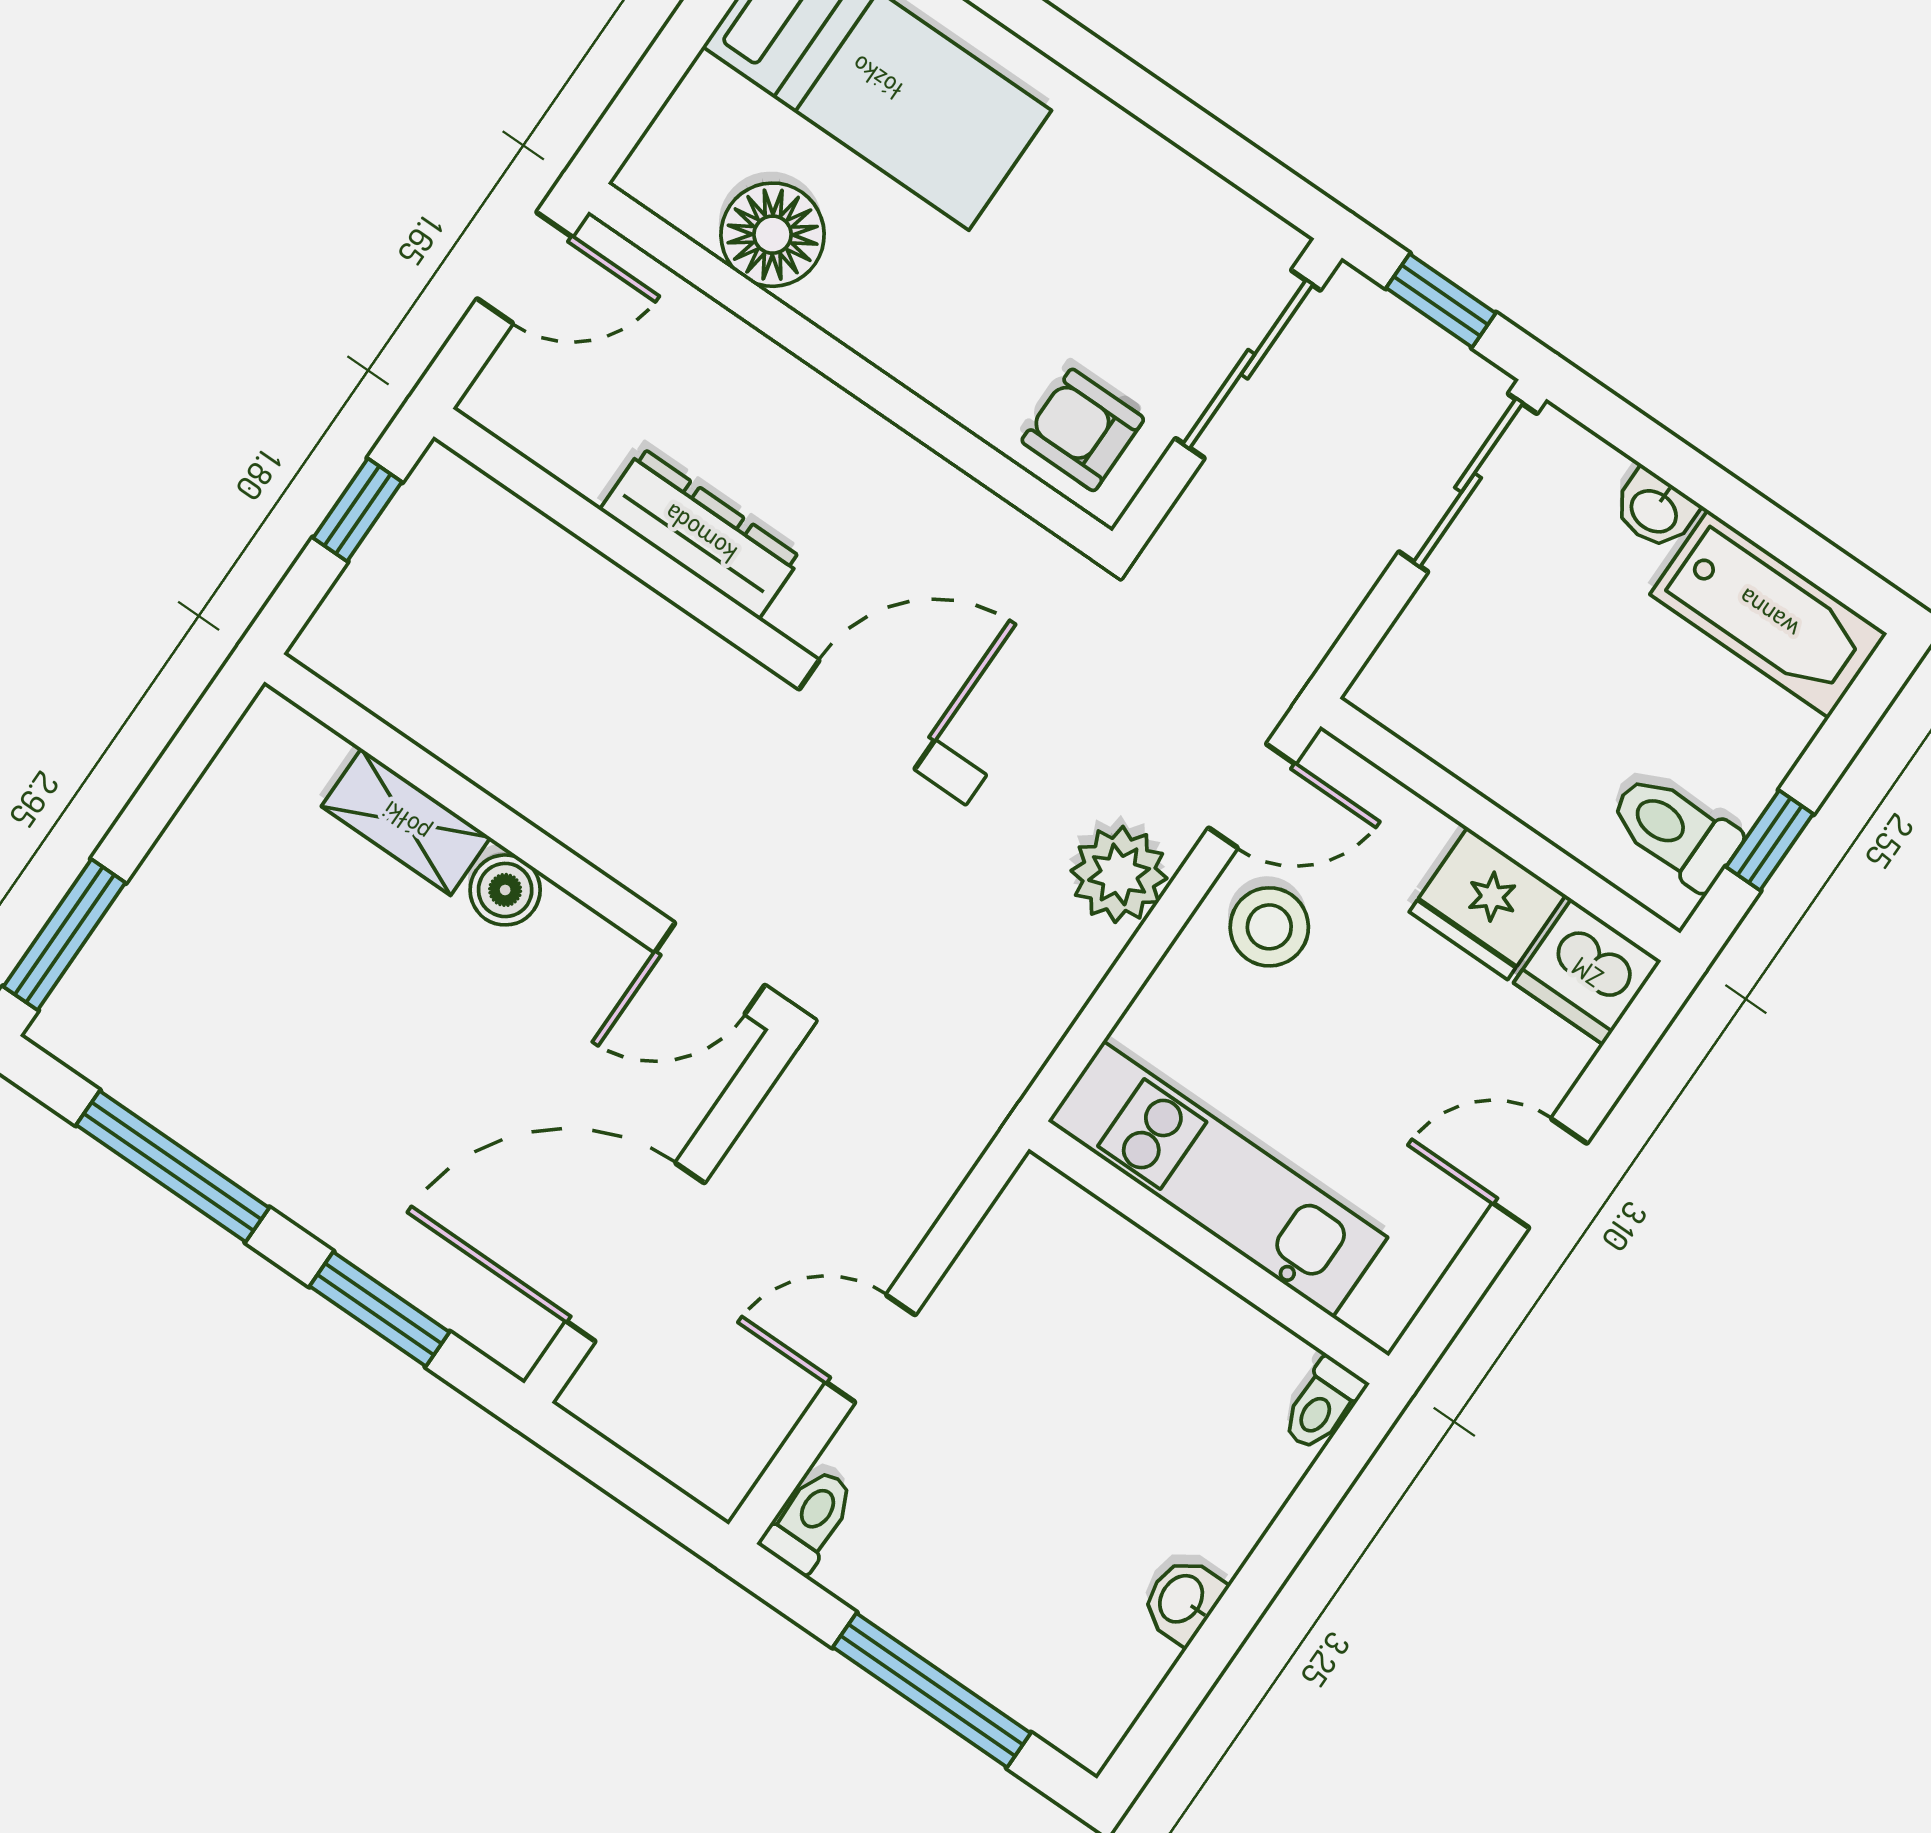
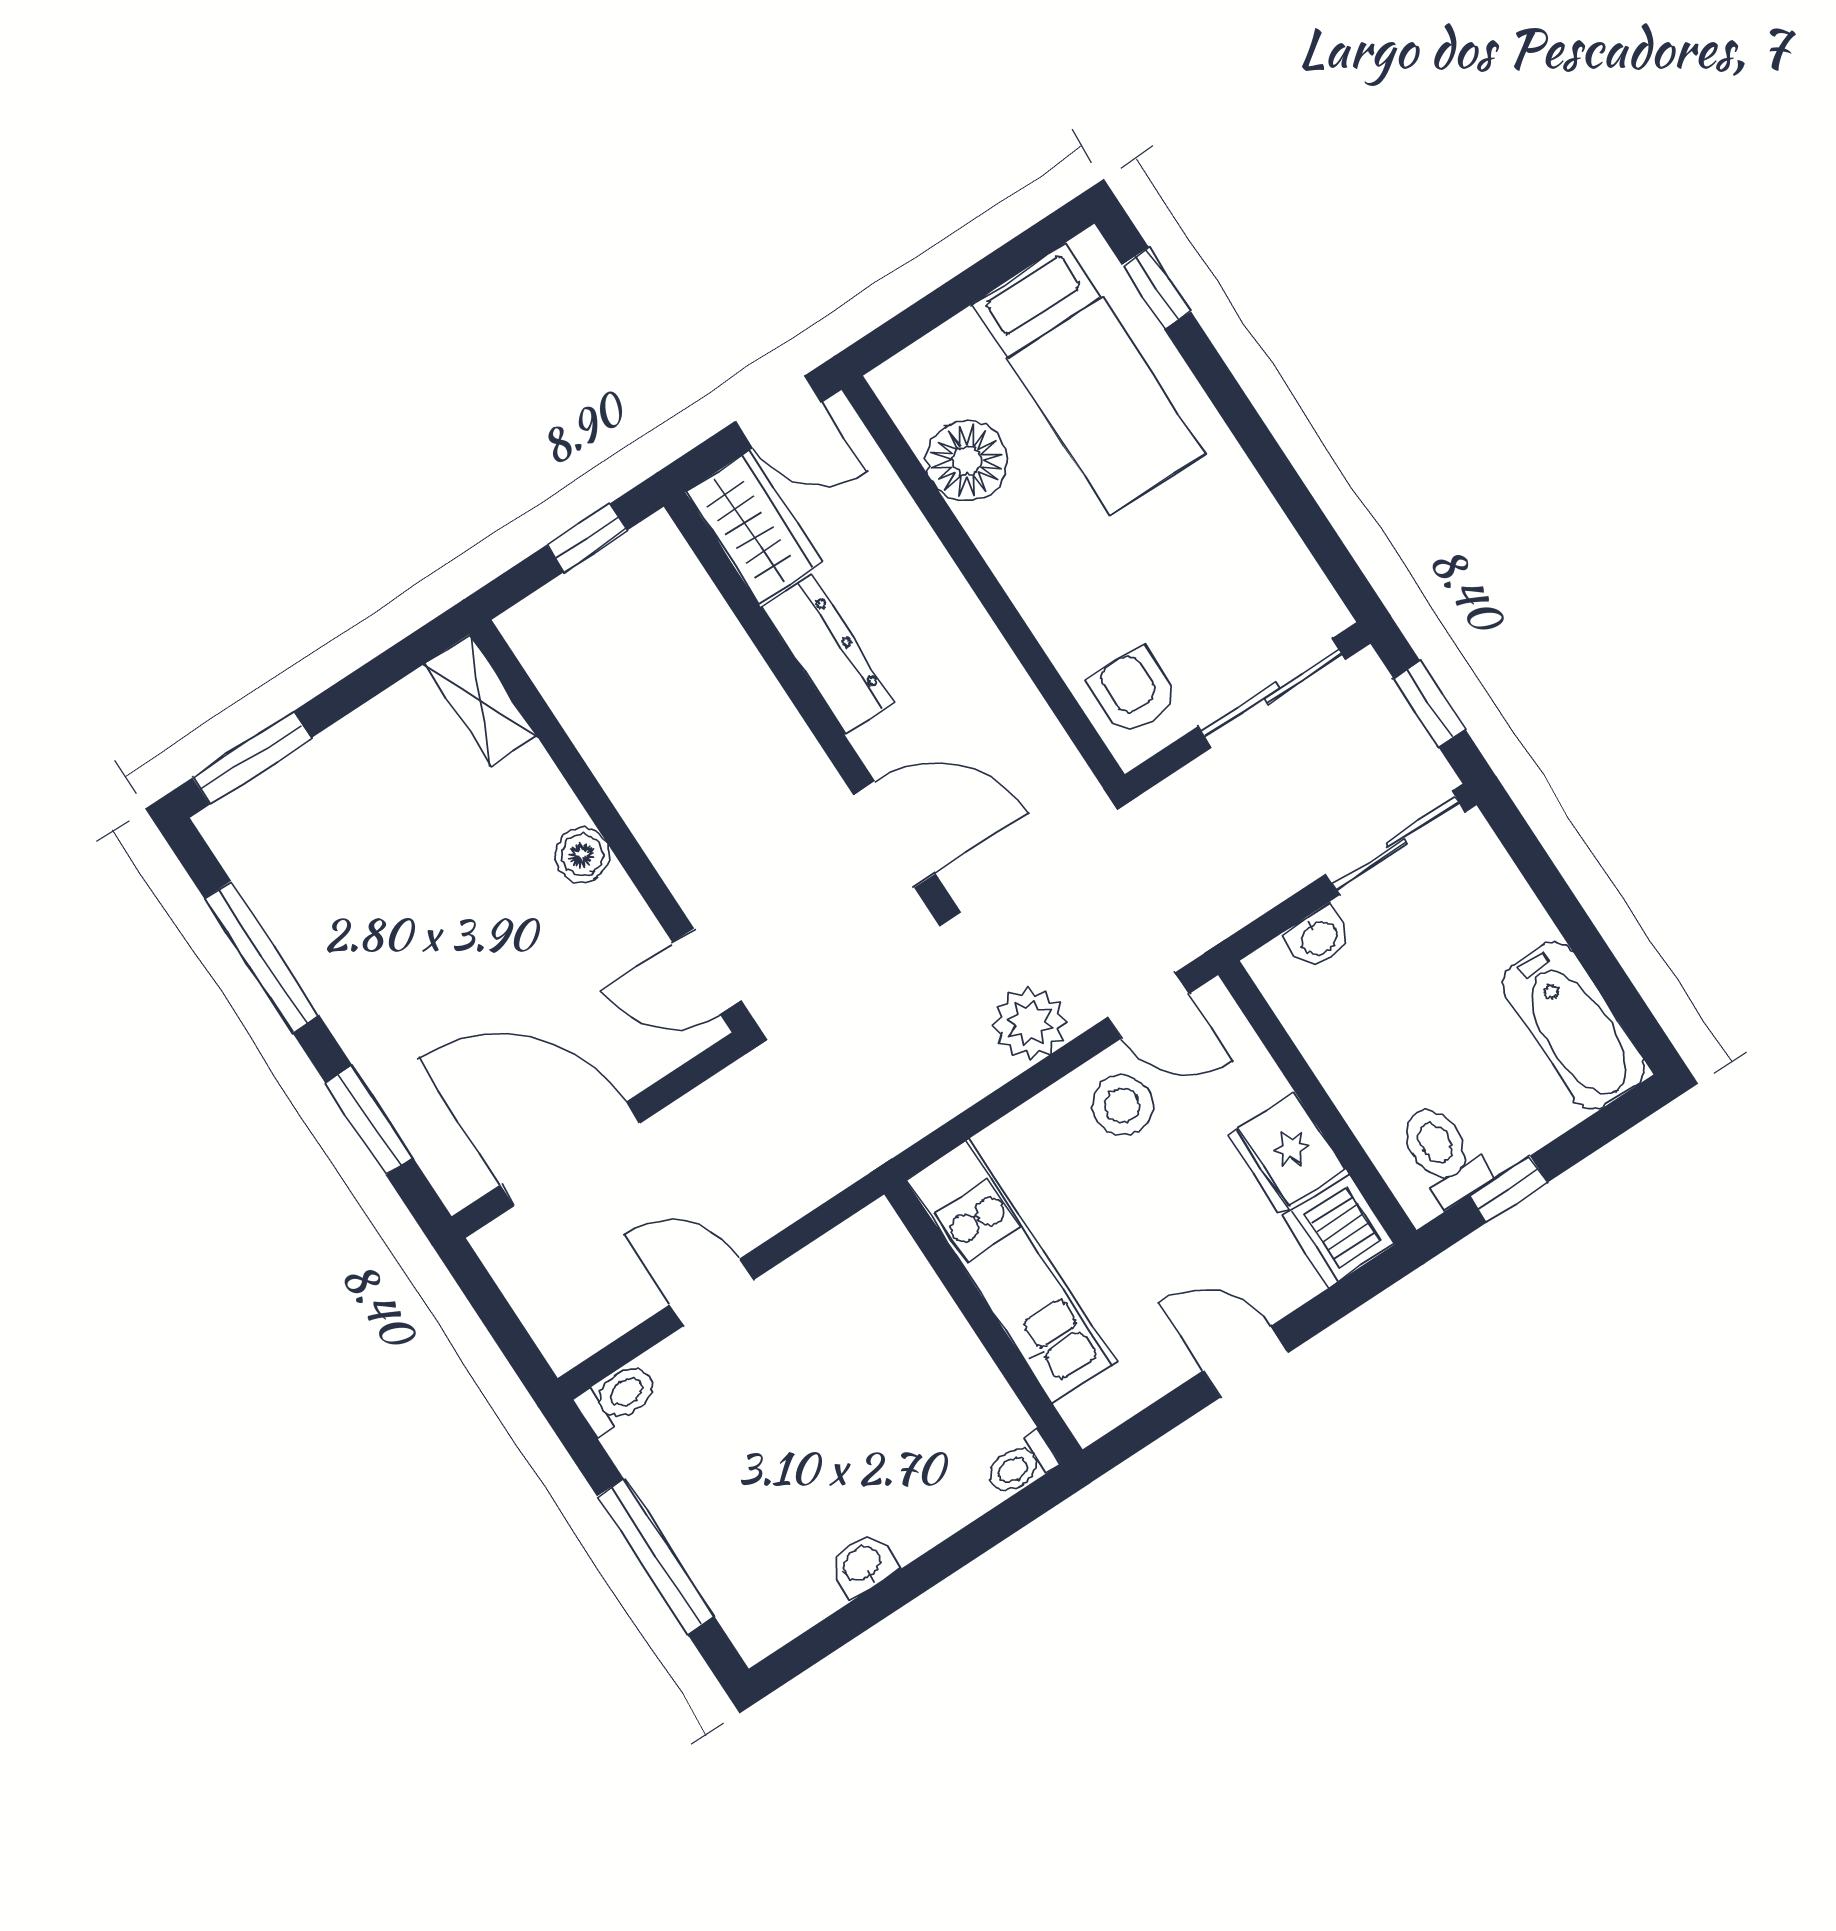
wardrobe: (551, 416) -> (754, 527), added
washbasin: (1655, 510) -> (1318, 937), moved, turned -90
shelving: (406, 822) -> (480, 700), moved

